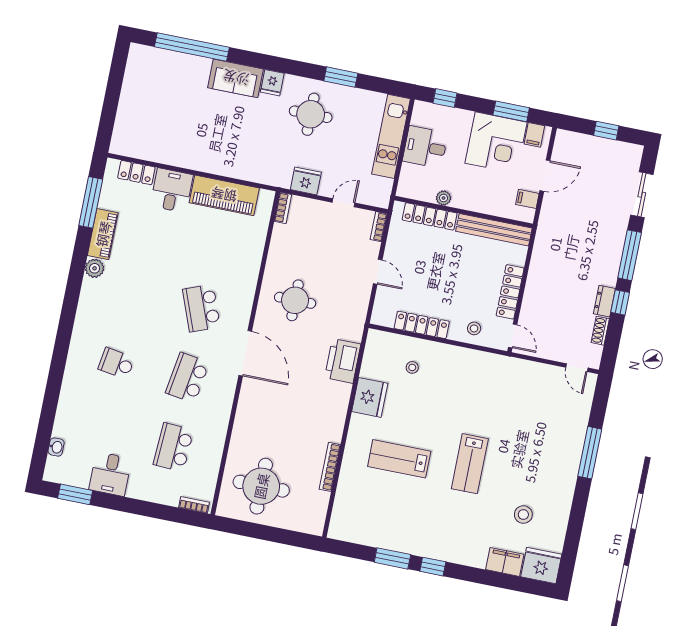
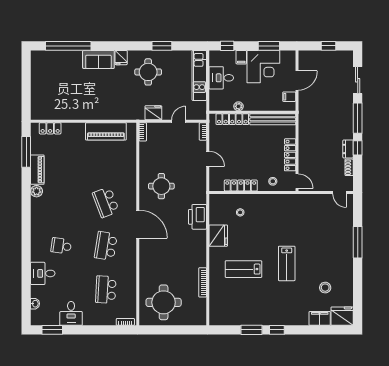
filing cabinet: (534, 135) -> (241, 57), moved
desk: (172, 190) -> (43, 273), moved, turned -90

